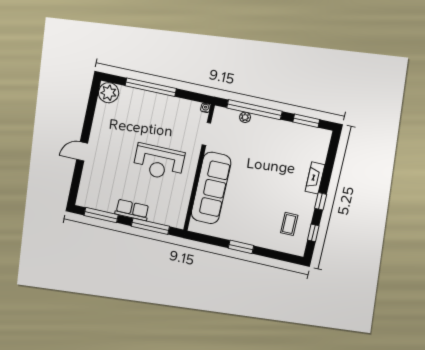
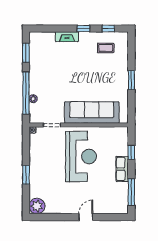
window: (151, 87) -> (26, 175), width x0.47
door: (82, 151) -> (86, 217), swing flipped
reception desk: (159, 162) -> (81, 156), width x1.36, depth x1.30
window: (150, 226) -> (131, 152), width x0.46

